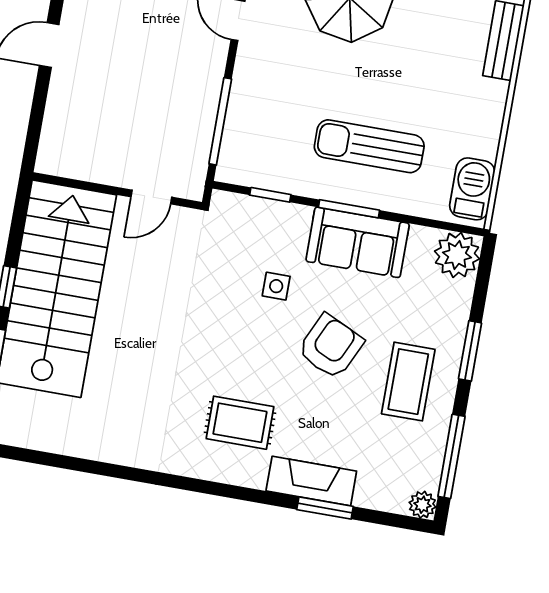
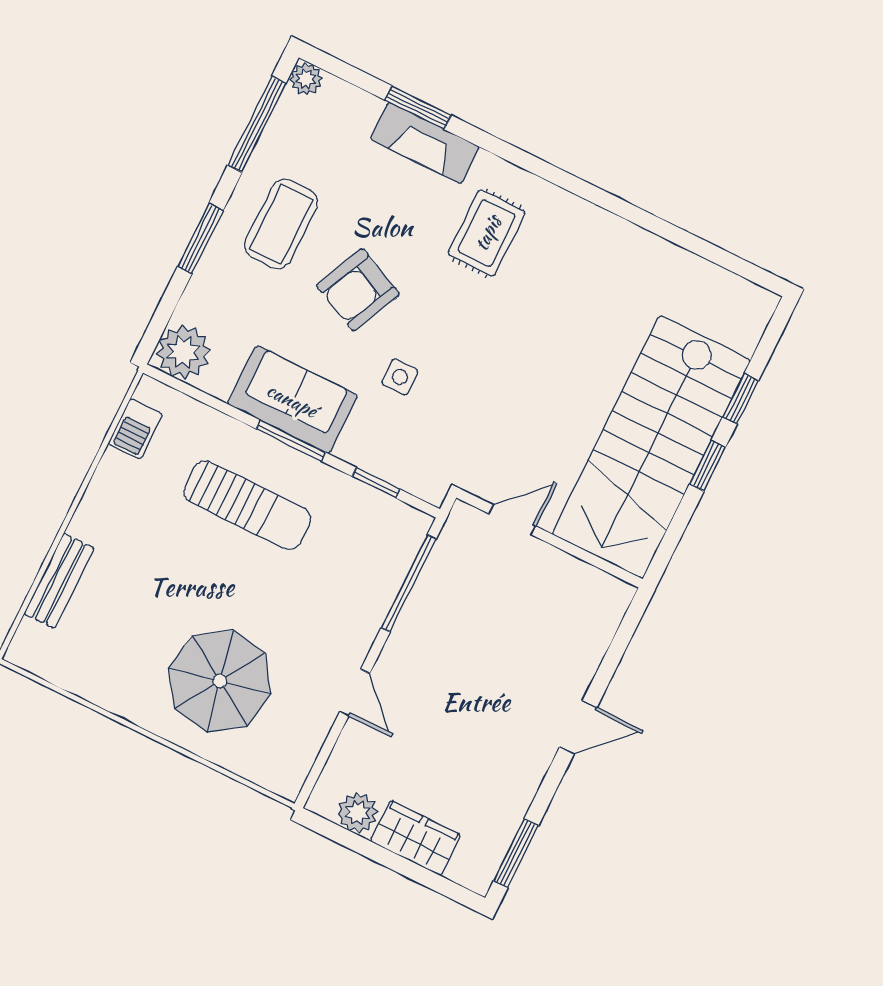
barbecue: (472, 189) -> (135, 429), width x0.73, depth x0.79
rug: (240, 423) -> (487, 233), turned 90

